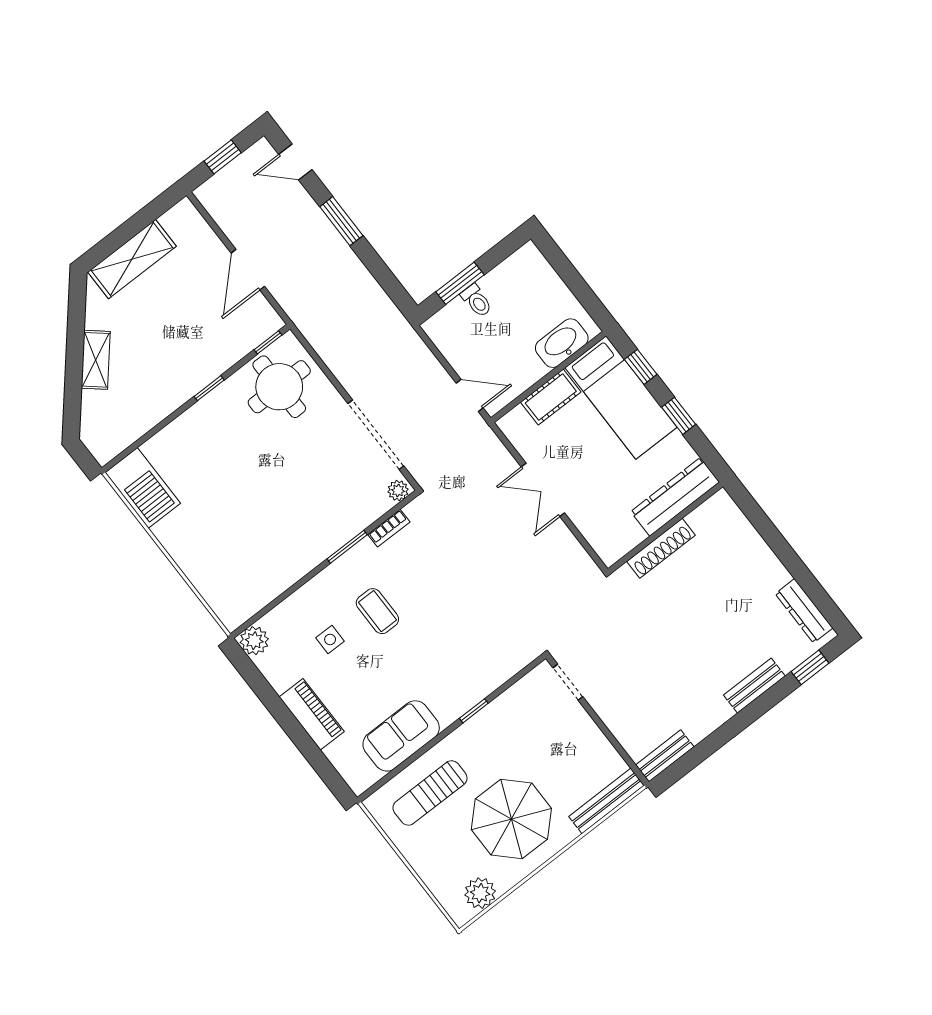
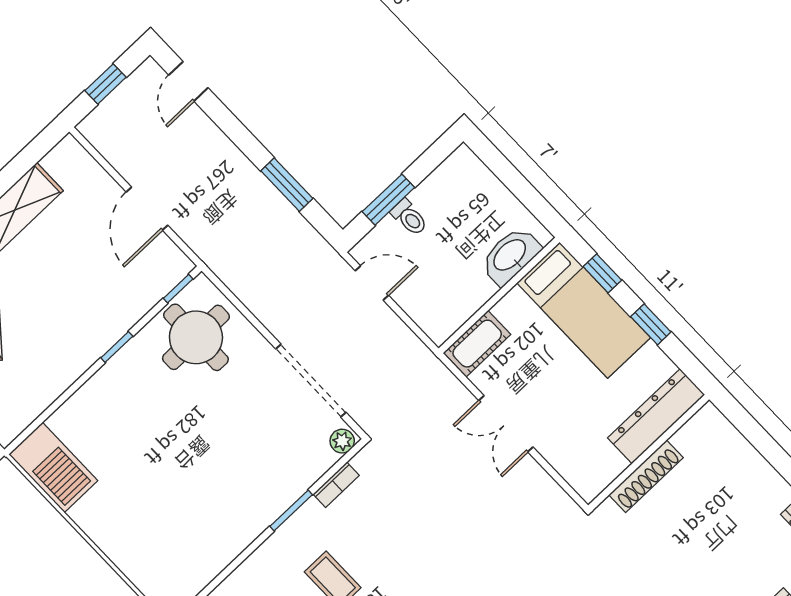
door: (295, 162) -> (188, 81), hinge flipped
window: (341, 221) -> (287, 185), moved
door: (470, 395) -> (372, 283), moved
cot: (551, 397) -> (477, 344), moved

